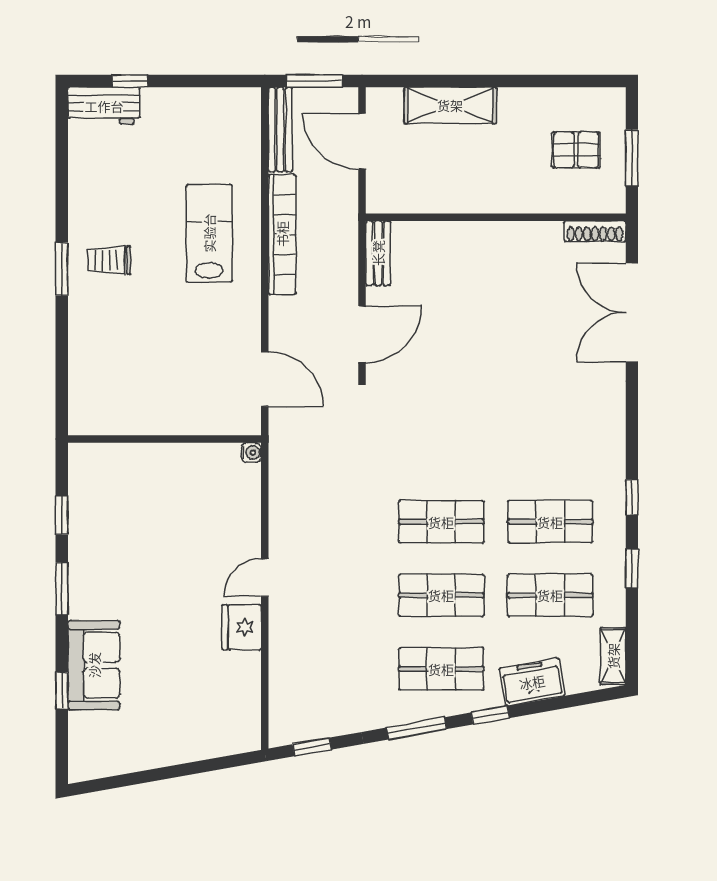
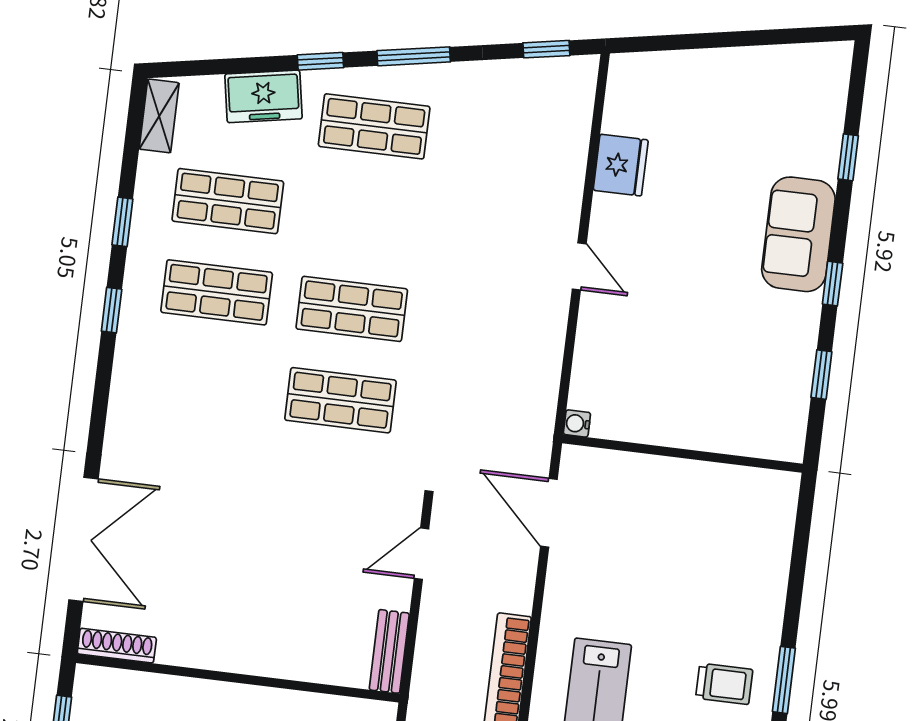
door: (362, 334) -> (421, 554), width x0.73
door: (265, 578) -> (579, 266), hinge flipped
window: (62, 589) -> (833, 284), width x0.67
shop shelf: (441, 595) -> (341, 400), moved
fridge: (242, 627) -> (621, 165), moved
sofa: (94, 665) -> (798, 234), moved

